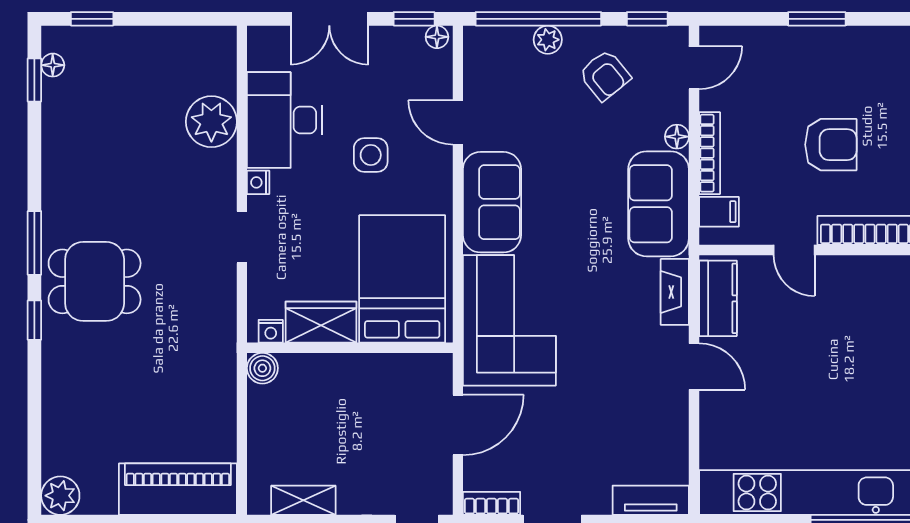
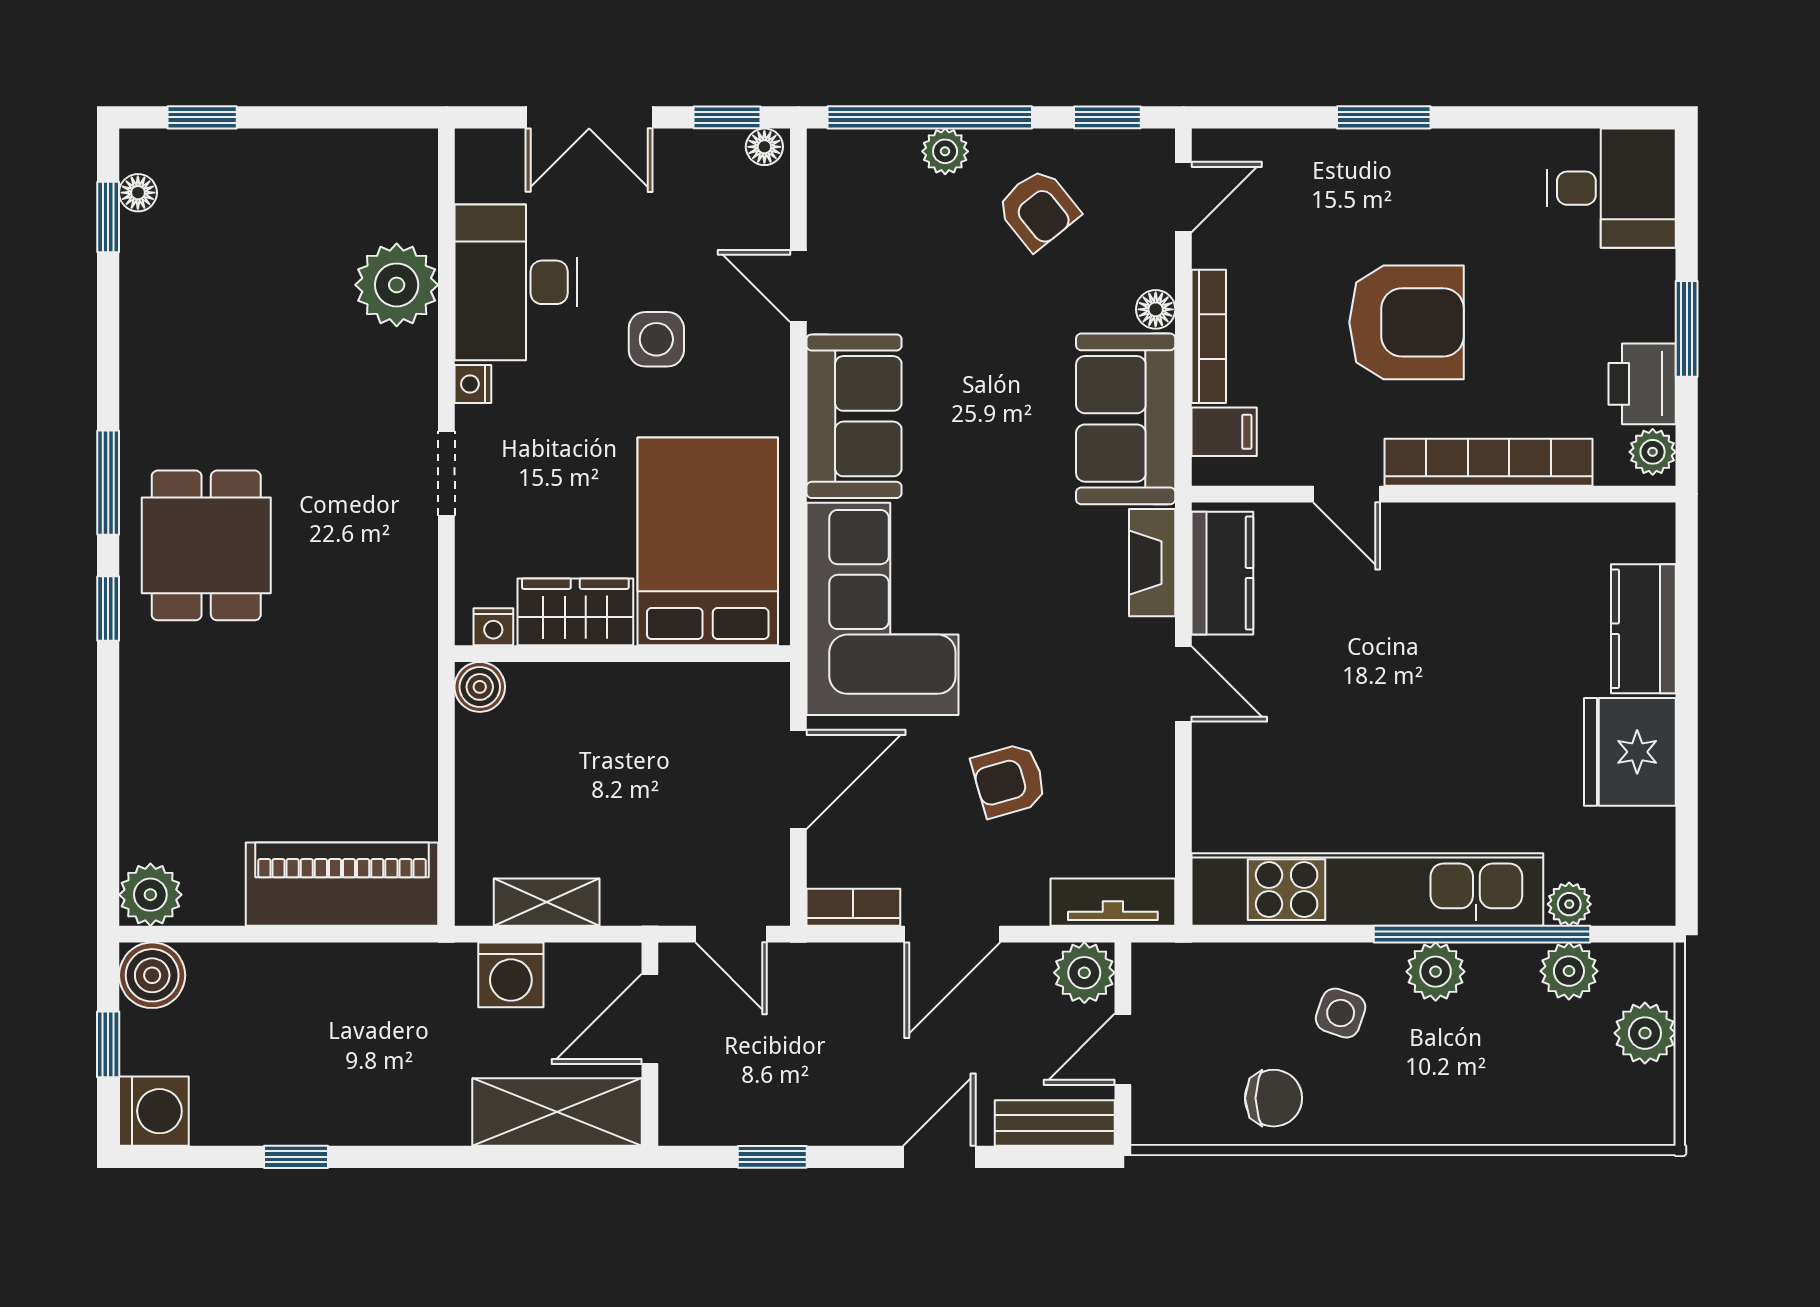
armchair: (831, 145) -> (1407, 322), width x1.36, depth x1.36
dining table: (95, 281) -> (206, 545), turned 90
armchair: (587, 425) -> (1009, 780), added

